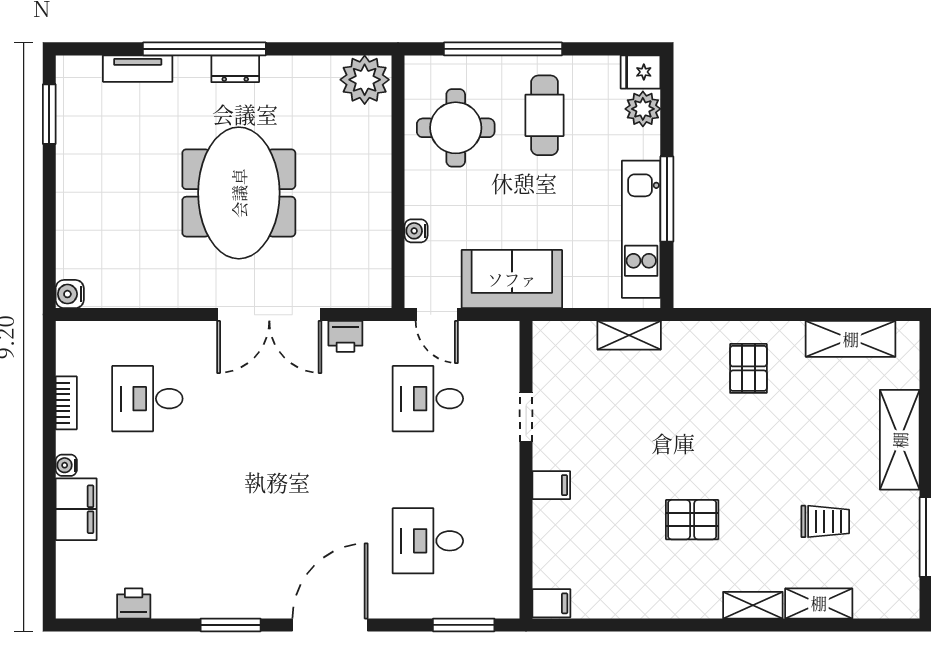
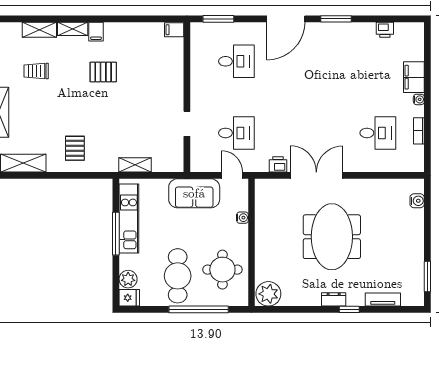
window: (204, 49) -> (349, 309), width x0.32
cafe table: (545, 115) -> (178, 276), width x1.37, depth x1.35
water cooler: (70, 294) -> (417, 201), moved
filing cabinet: (551, 485) -> (96, 32), moved, turned -90

